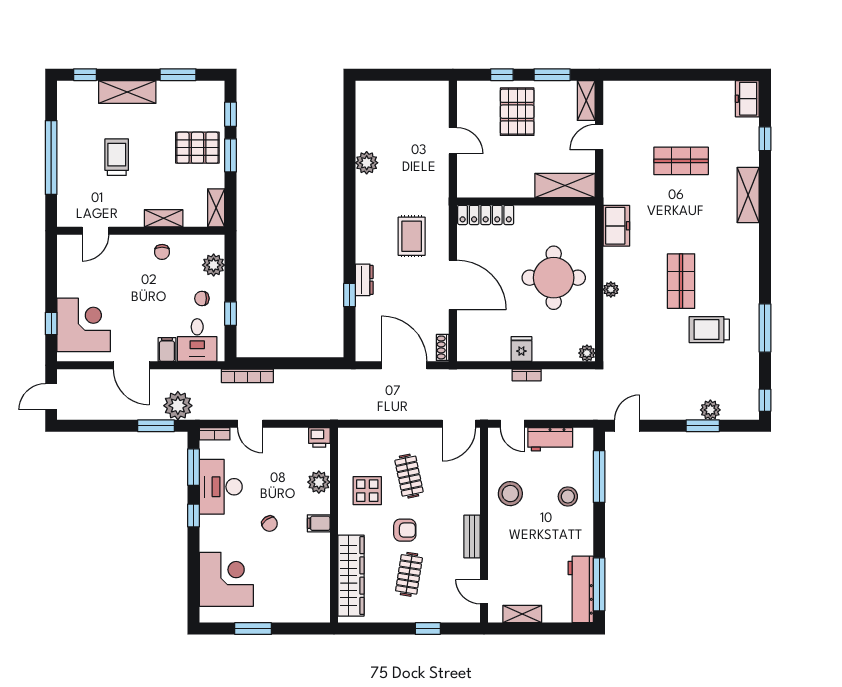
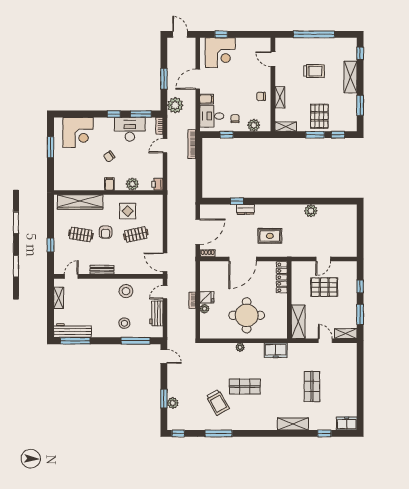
pallet: (517, 112) -> (324, 287), moved
trolley: (709, 330) -> (218, 402), turned 151
plant: (587, 353) -> (205, 309), moved
window: (156, 426) -> (164, 79), moved

